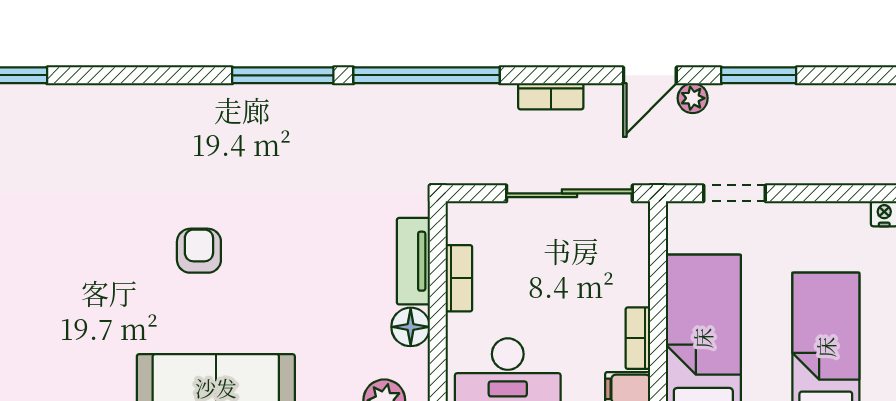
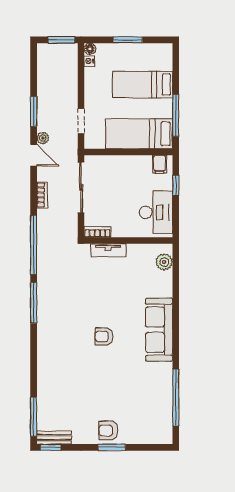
bookcase: (459, 278) -> (97, 232), moved
floor lamp: (411, 327) -> (135, 251), removed
bookcase: (638, 338) -> (139, 160), removed

